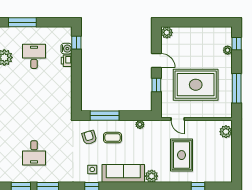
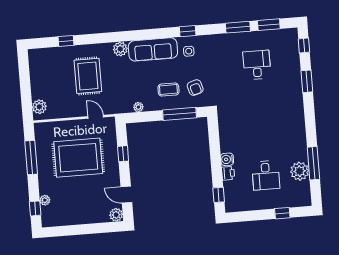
window: (22, 22) -> (282, 213), width x0.46
water cooler: (66, 49) -> (227, 159), moved
door: (156, 61) -> (126, 195), moved

